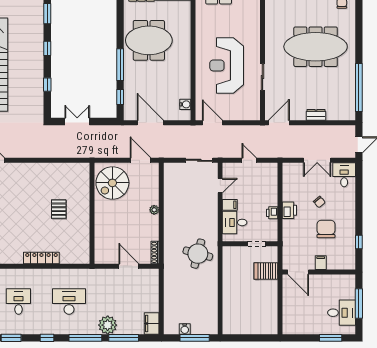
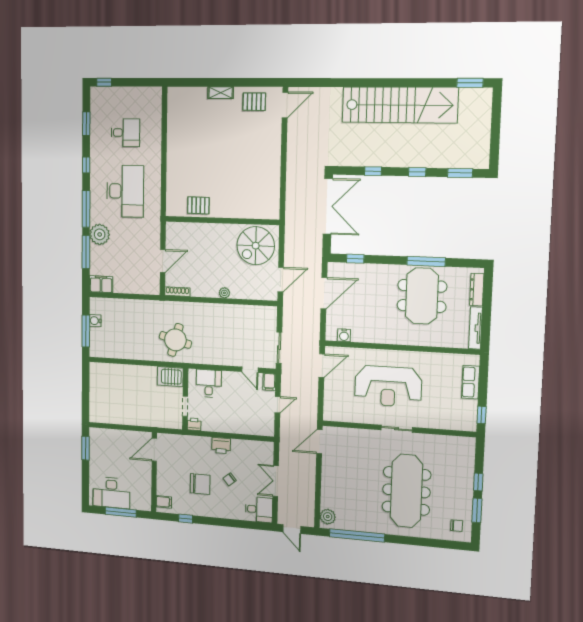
window: (120, 65) -> (426, 261), moved
reception desk: (227, 65) -> (388, 386), turned 180
sliding door: (262, 77) -> (397, 429), moved
plant: (345, 113) -> (328, 517), added
dresser: (316, 115) -> (327, 484), removed
double door: (77, 122) -> (328, 206), width x1.87
door: (279, 123) -> (319, 442), swing flipped
spiral stairs: (112, 183) -> (256, 246), turned -90
filing cabinet: (230, 205) -> (269, 382), moved
pallet: (59, 209) -> (198, 205), moved
printer: (272, 213) -> (194, 424), moved
locker: (41, 258) -> (173, 160), removed
filing cabinet: (321, 263) -> (164, 502), moved
server rack: (266, 271) -> (170, 377), moved, turned -90
desk: (69, 301) -> (125, 191), width x1.36, depth x1.30
desk: (342, 313) -> (111, 493), width x1.37
window: (331, 338) -> (86, 448), moved

